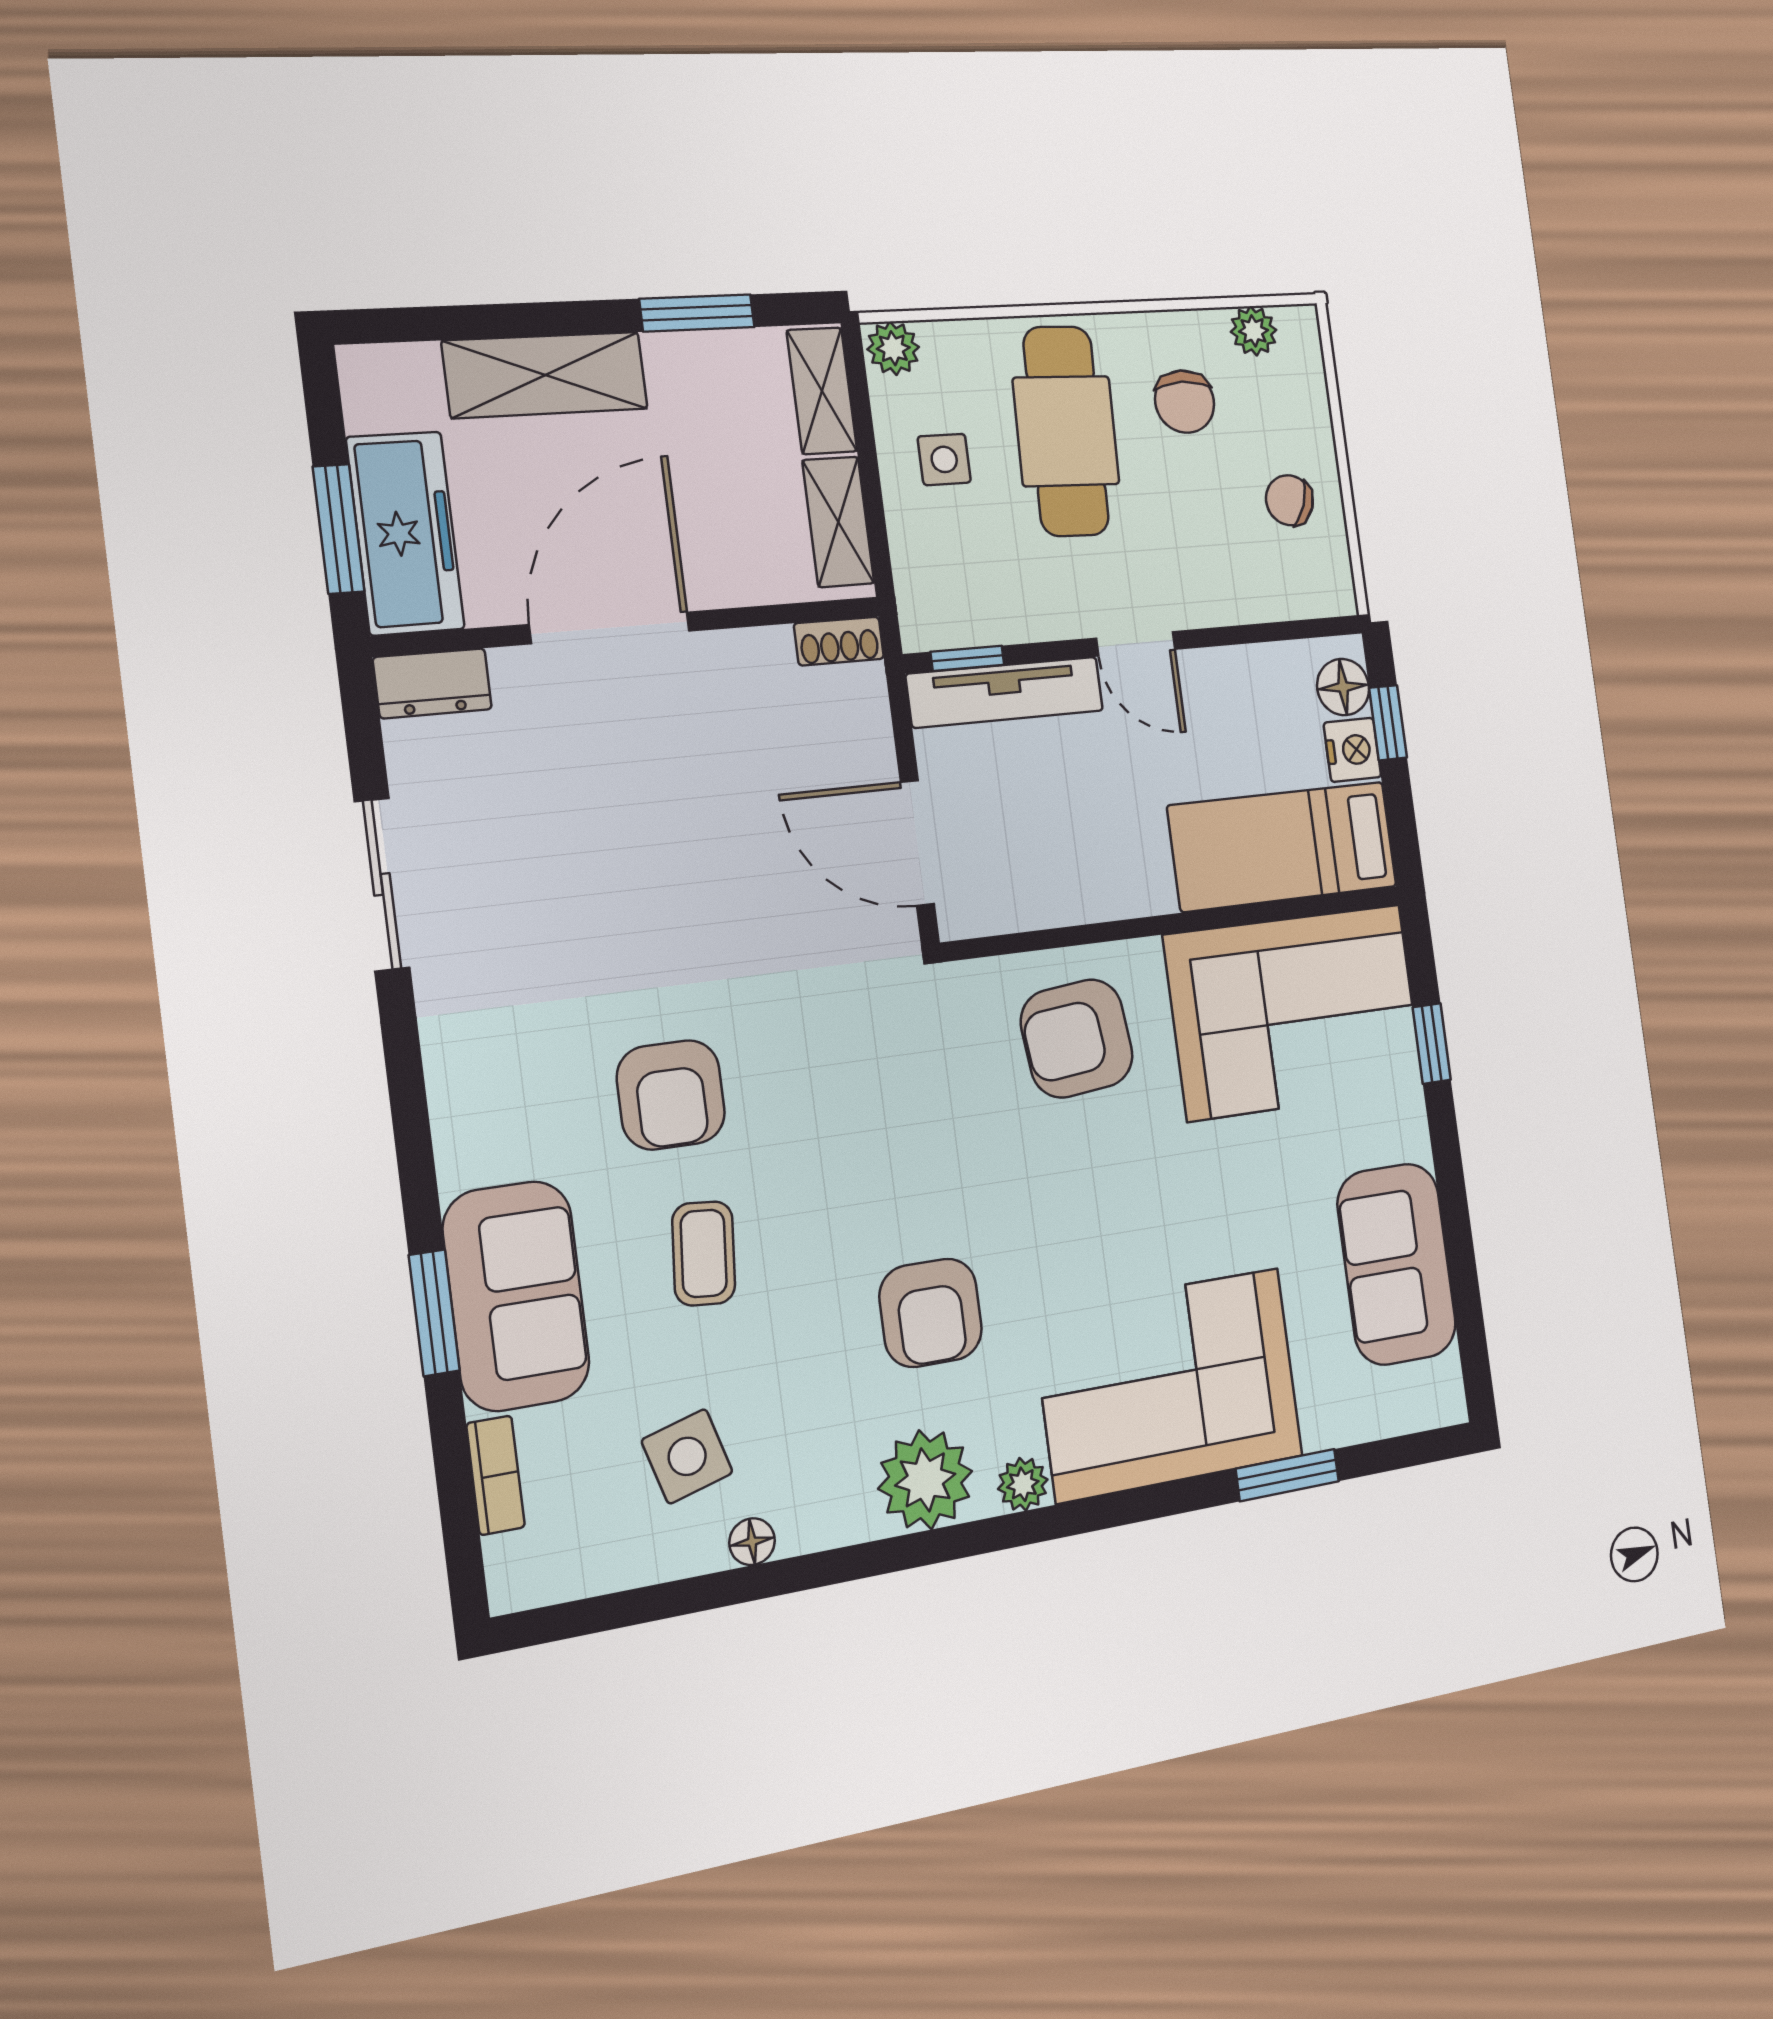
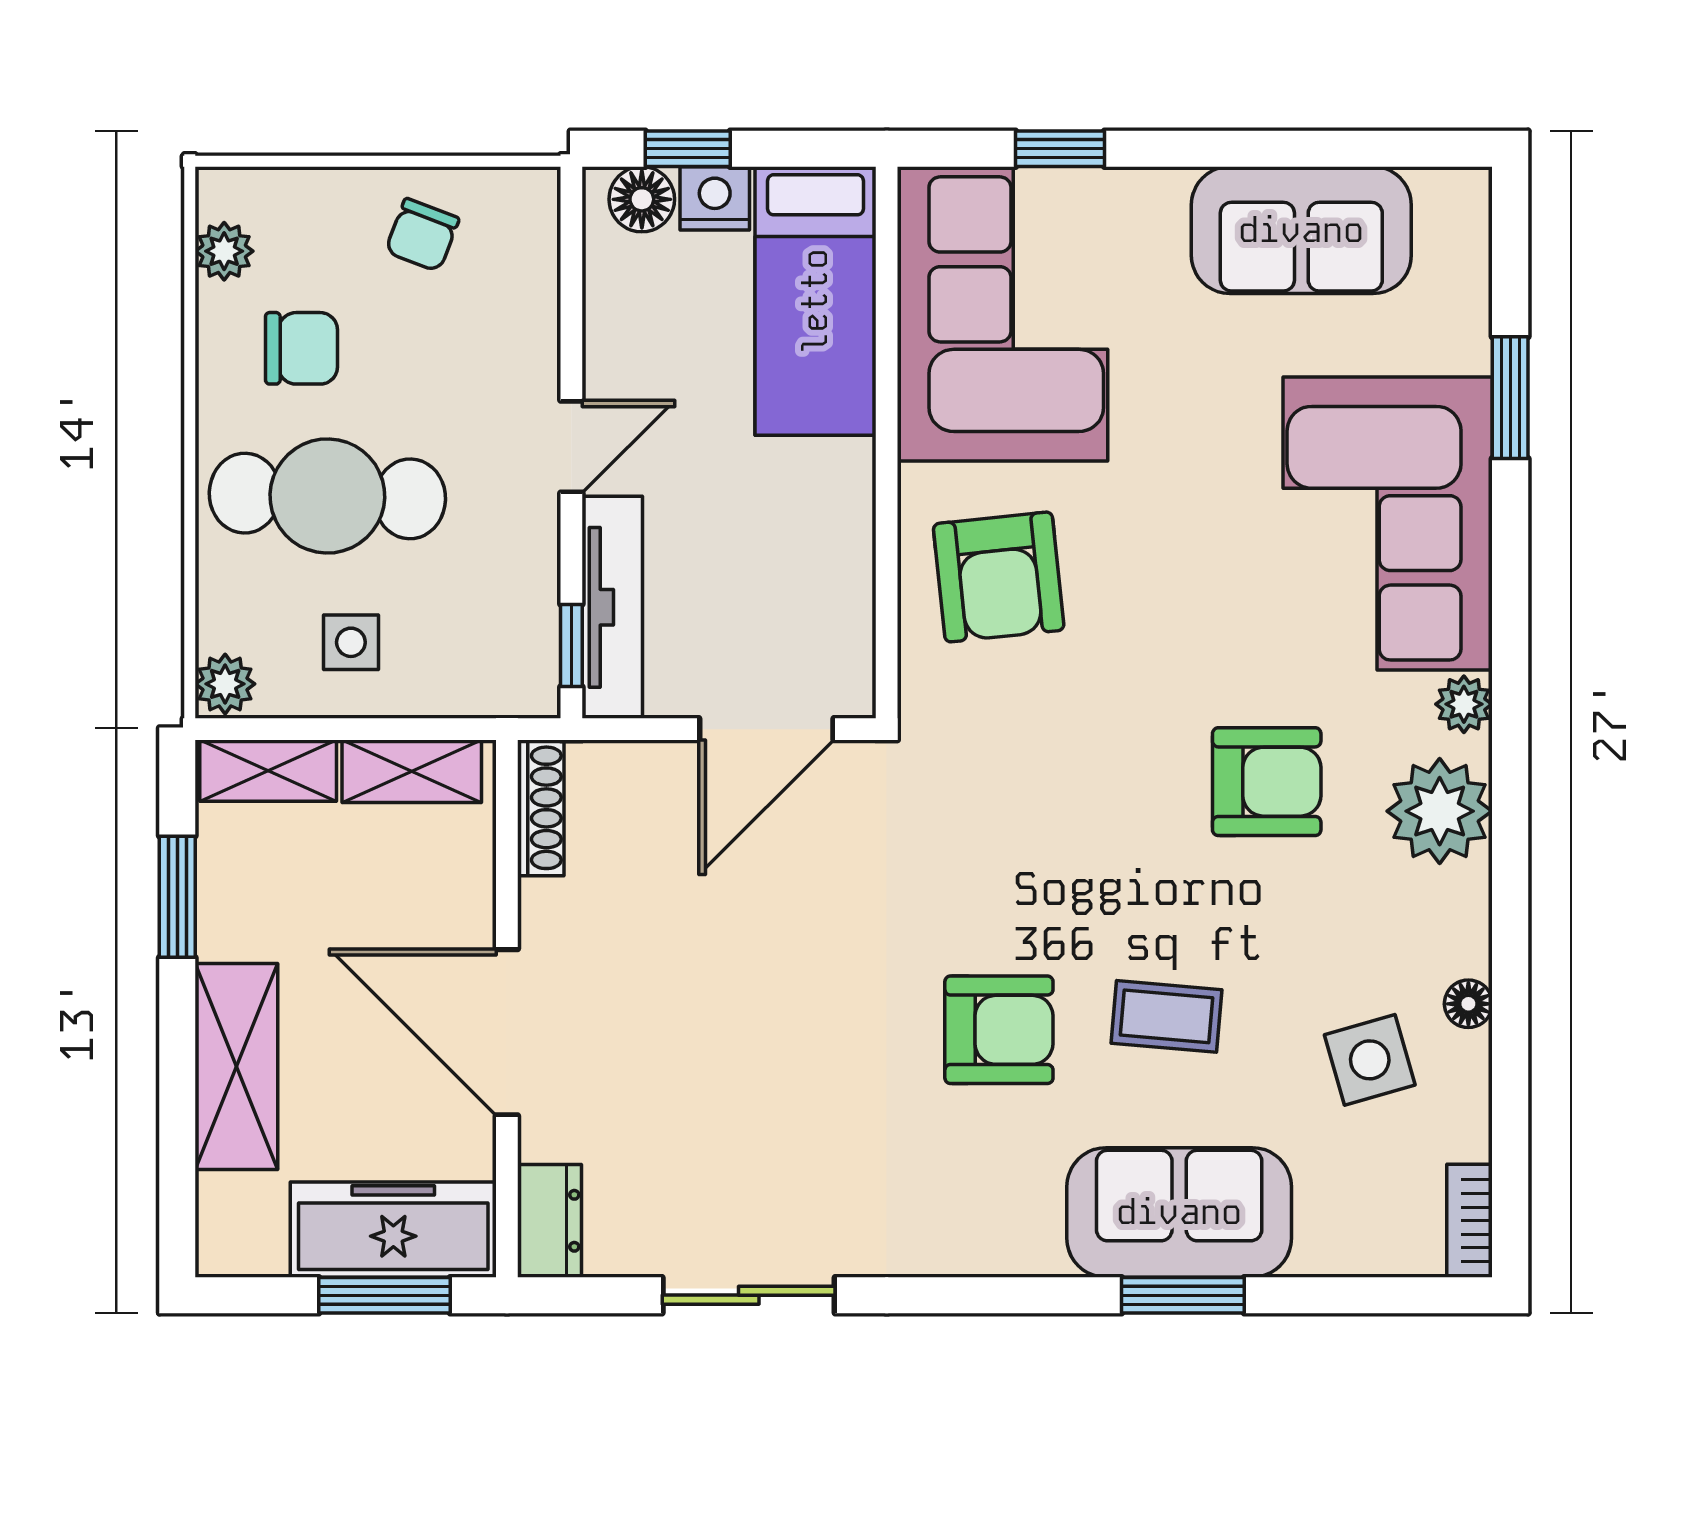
shoe rack: (839, 641) -> (541, 808), width x1.43
bookcase: (496, 1475) -> (1470, 1221), moved, turned -90

